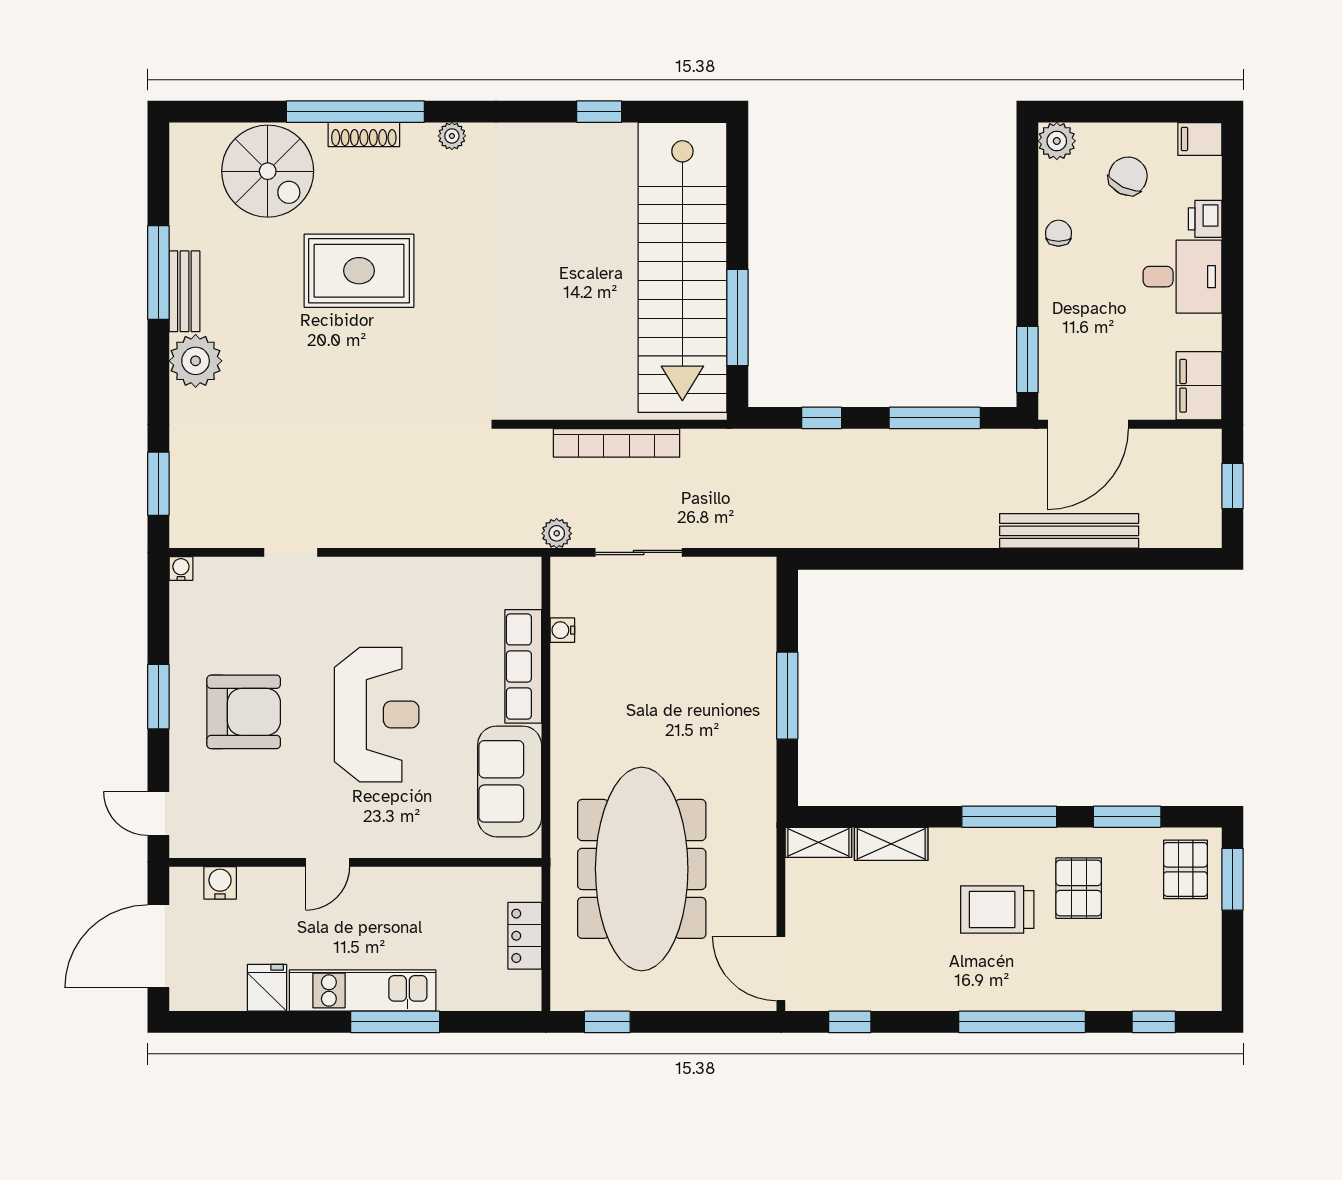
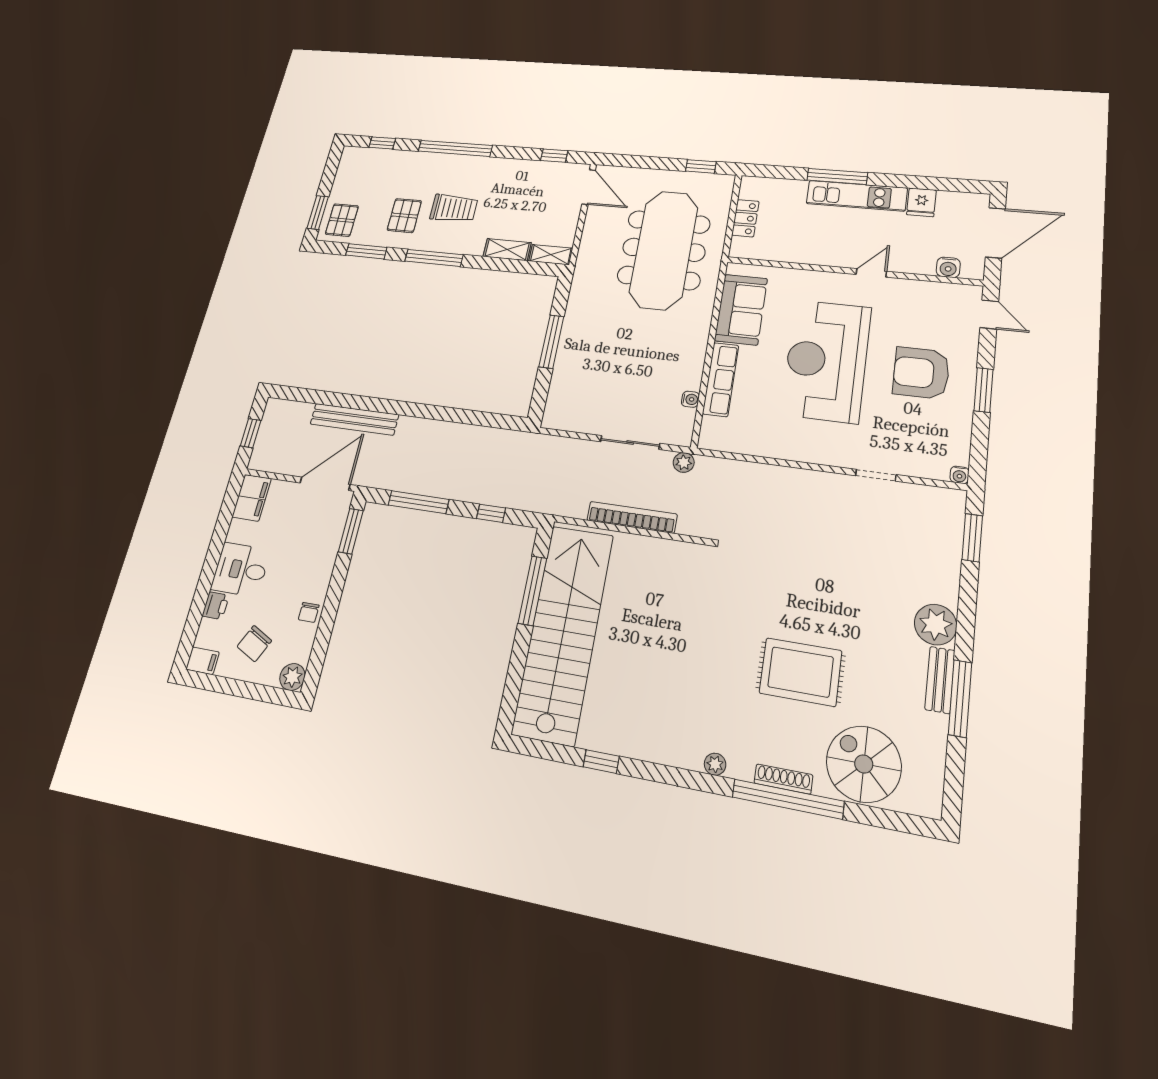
reception desk: (377, 715) -> (826, 361), width x1.36, depth x1.30

